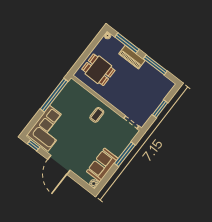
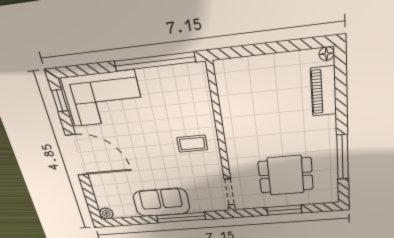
window: (127, 43) -> (341, 93), removed
piano: (132, 57) -> (324, 91), moved
dining table: (98, 70) -> (286, 175), moved, turned 90
door: (59, 165) -> (77, 155), swing flipped
sofa: (102, 165) -> (161, 202), moved

